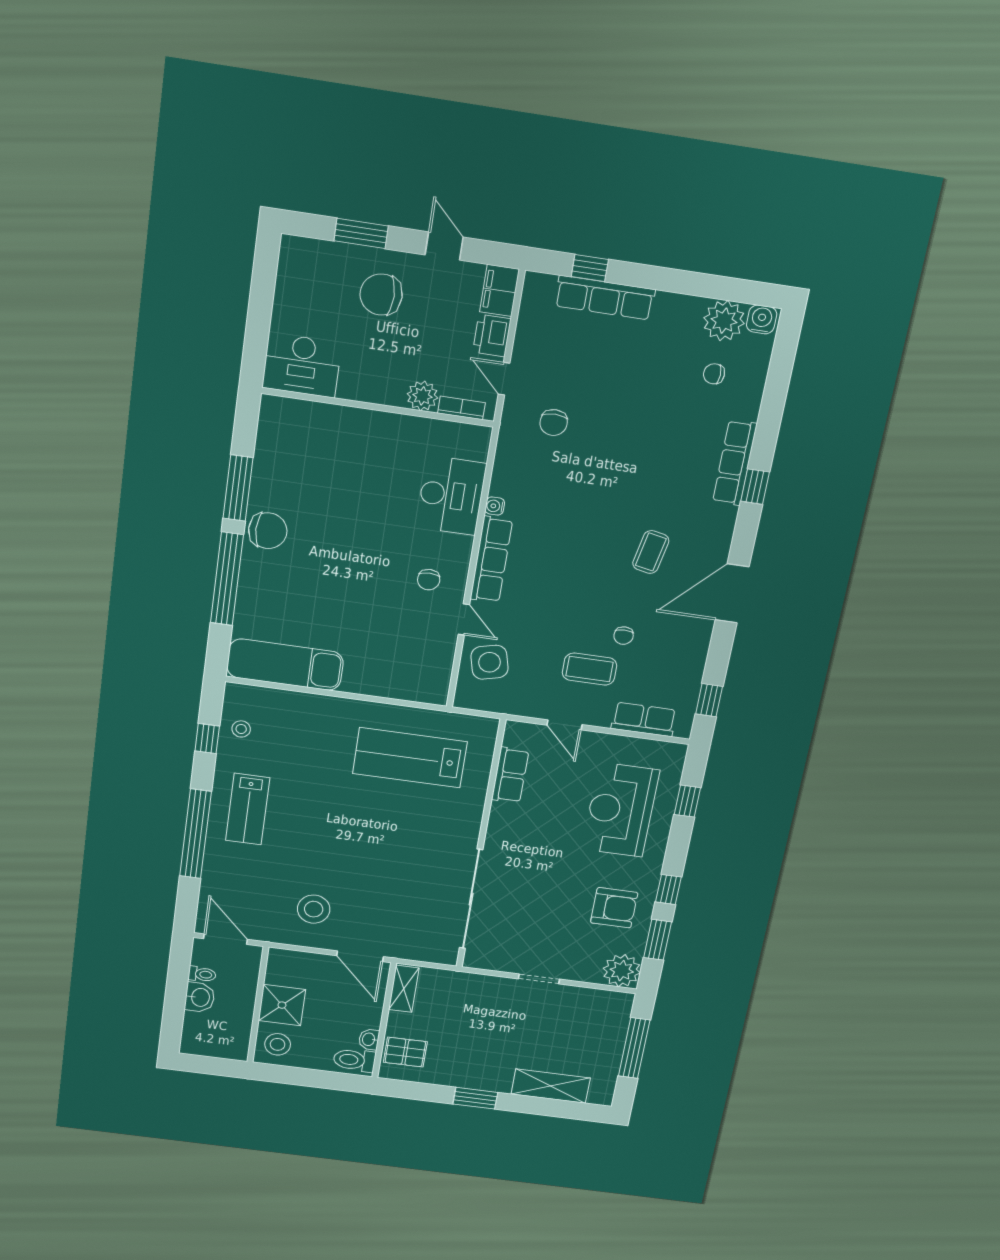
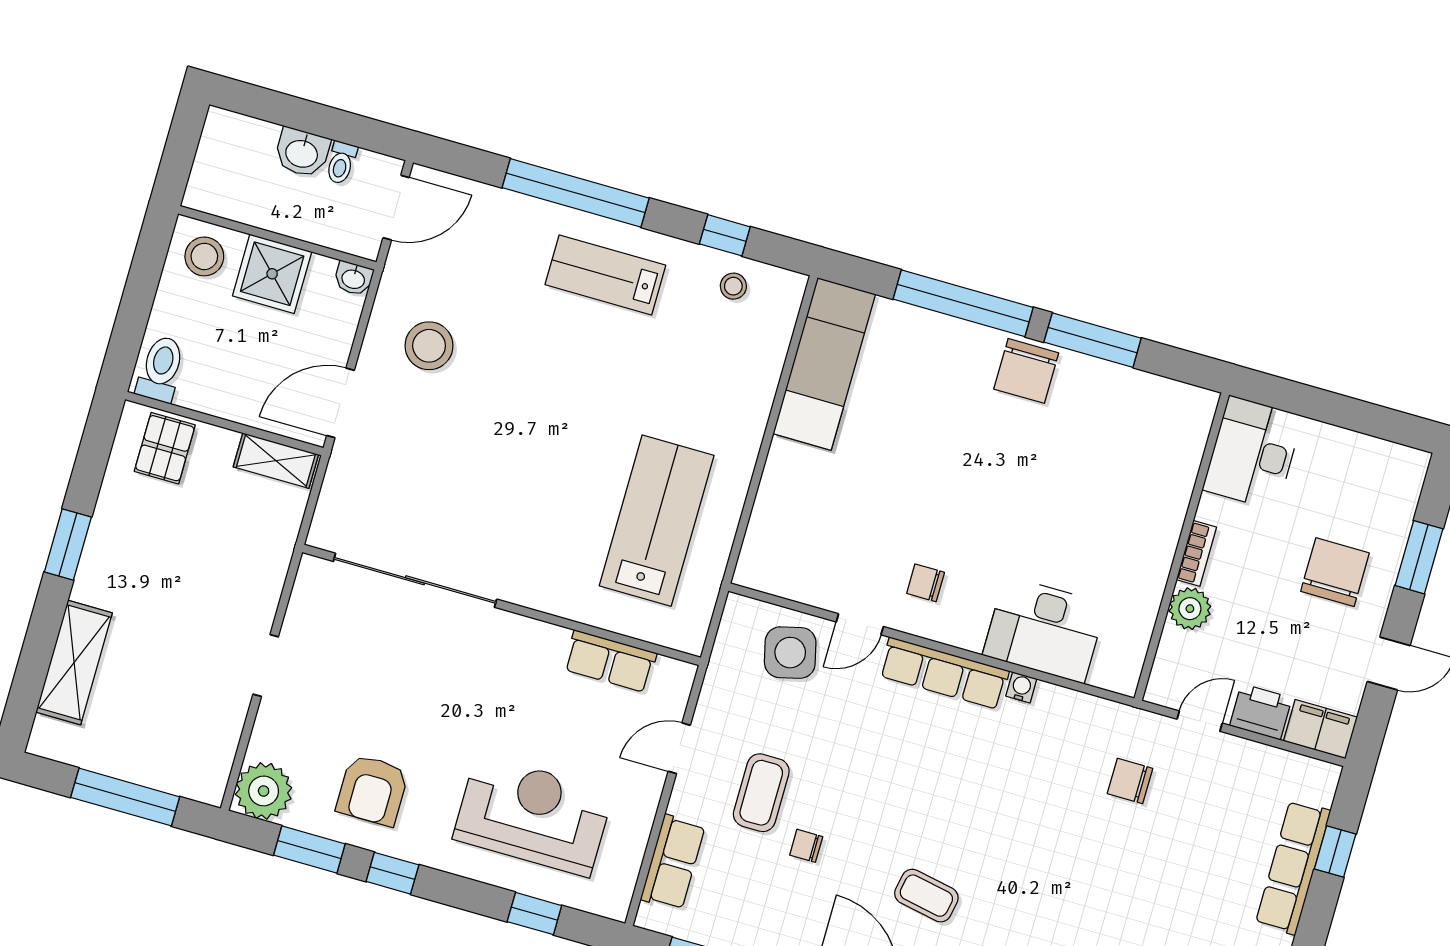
bookcase: (461, 408) -> (1196, 553), moved
washbasin: (369, 1039) -> (353, 278), moved, turned 180

